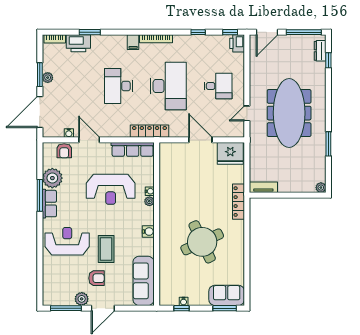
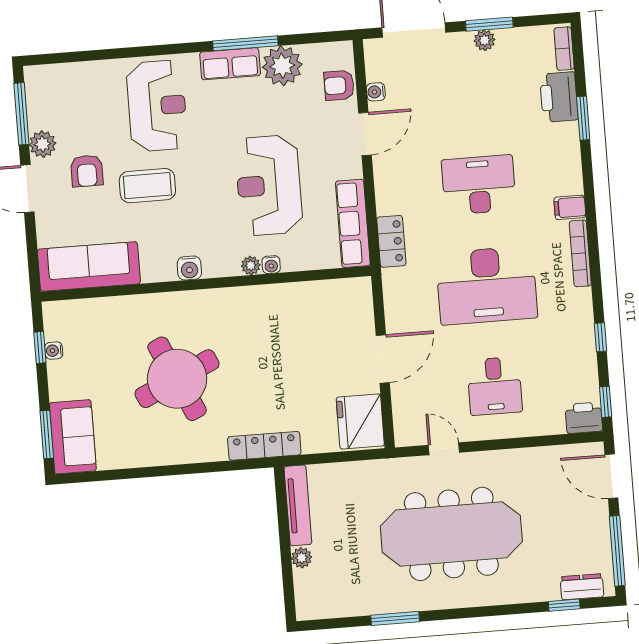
locker: (149, 131) -> (391, 241), width x0.66
tv unit: (263, 187) -> (298, 505), width x1.41
plant: (321, 188) -> (302, 558), moved

